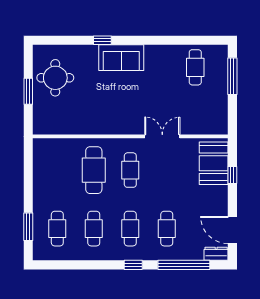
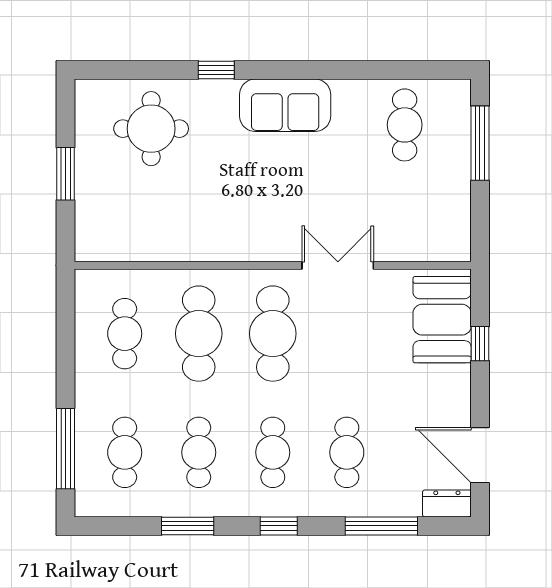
sofa: (121, 58) -> (285, 105), moved
round table: (55, 78) -> (151, 129), moved
cafe table: (57, 170) -> (125, 334), added
cafe table: (130, 170) -> (273, 334), width x1.37, depth x1.35
window: (28, 227) -> (66, 449), width x1.44
window: (88, 265) -> (188, 526), added
window: (184, 265) -> (381, 526), width x0.68

